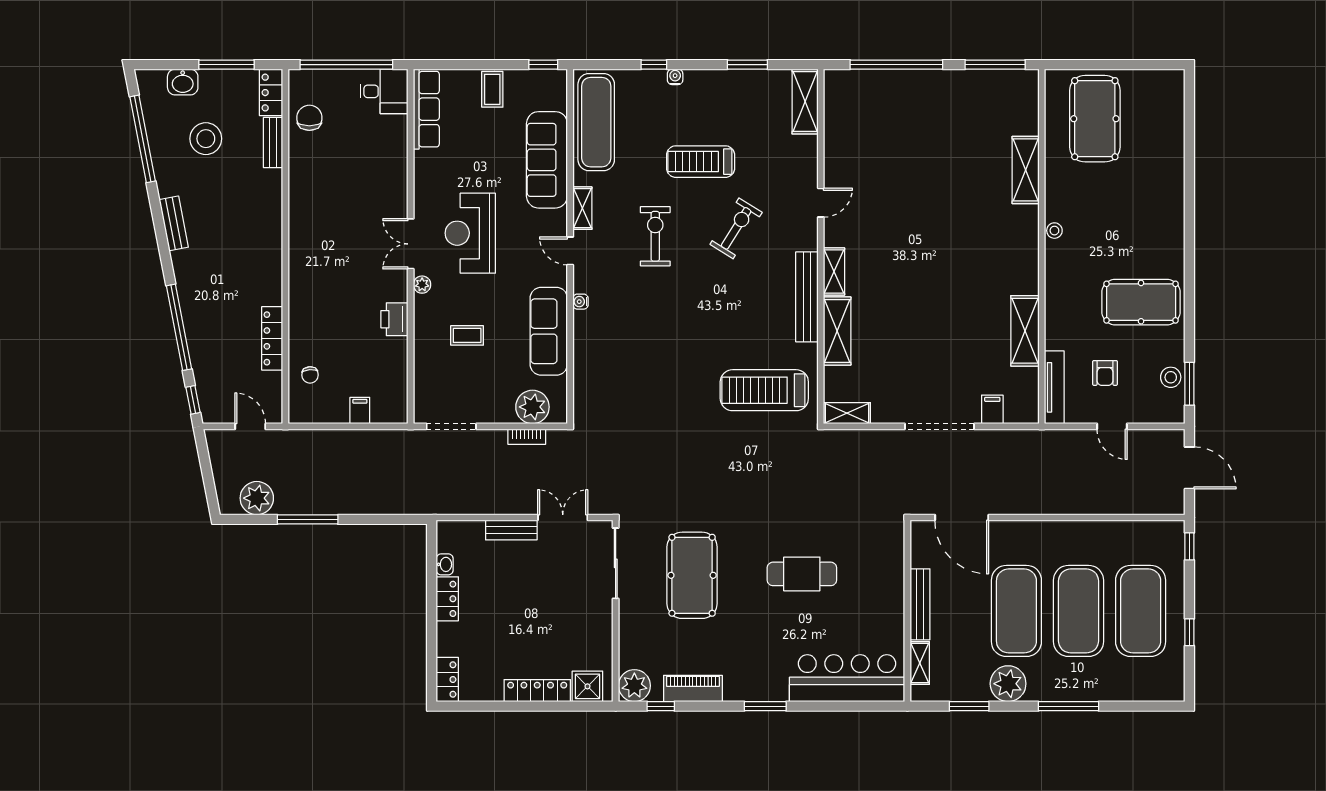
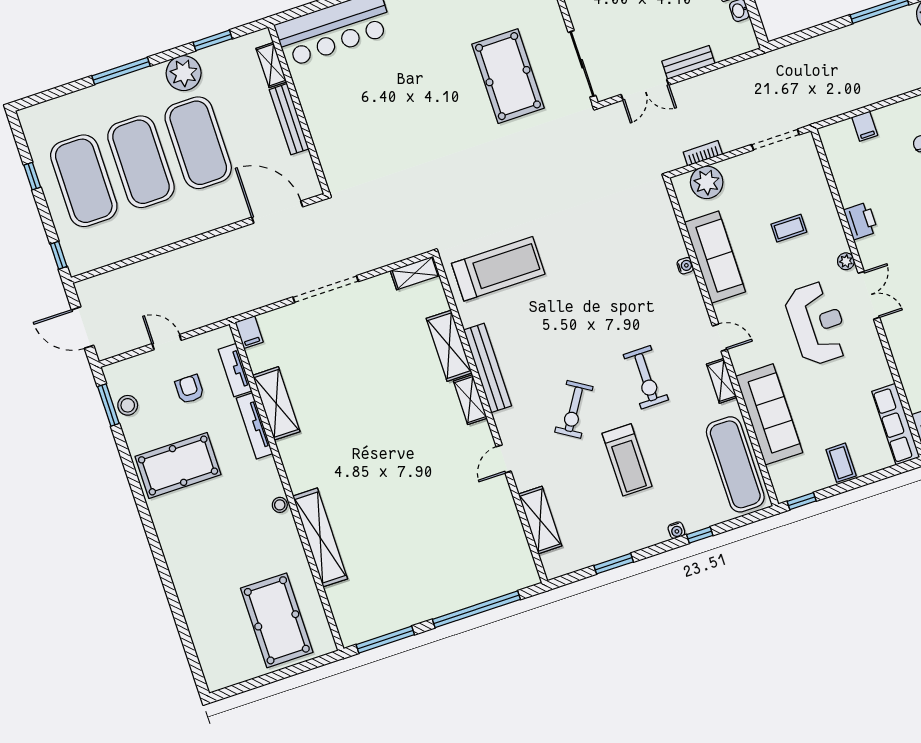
shelving: (805, 102) -> (540, 520), moved
treadmill: (701, 162) -> (627, 460), turned 90
shelving: (1026, 170) -> (320, 537), width x1.47
water cooler: (580, 302) -> (685, 266), moved
tv unit: (1053, 316) -> (254, 426), added
tv unit: (1054, 387) -> (235, 370), width x0.71
filing cabinet: (992, 409) -> (249, 332), moved
cafe table: (802, 574) -> (407, 111), removed

